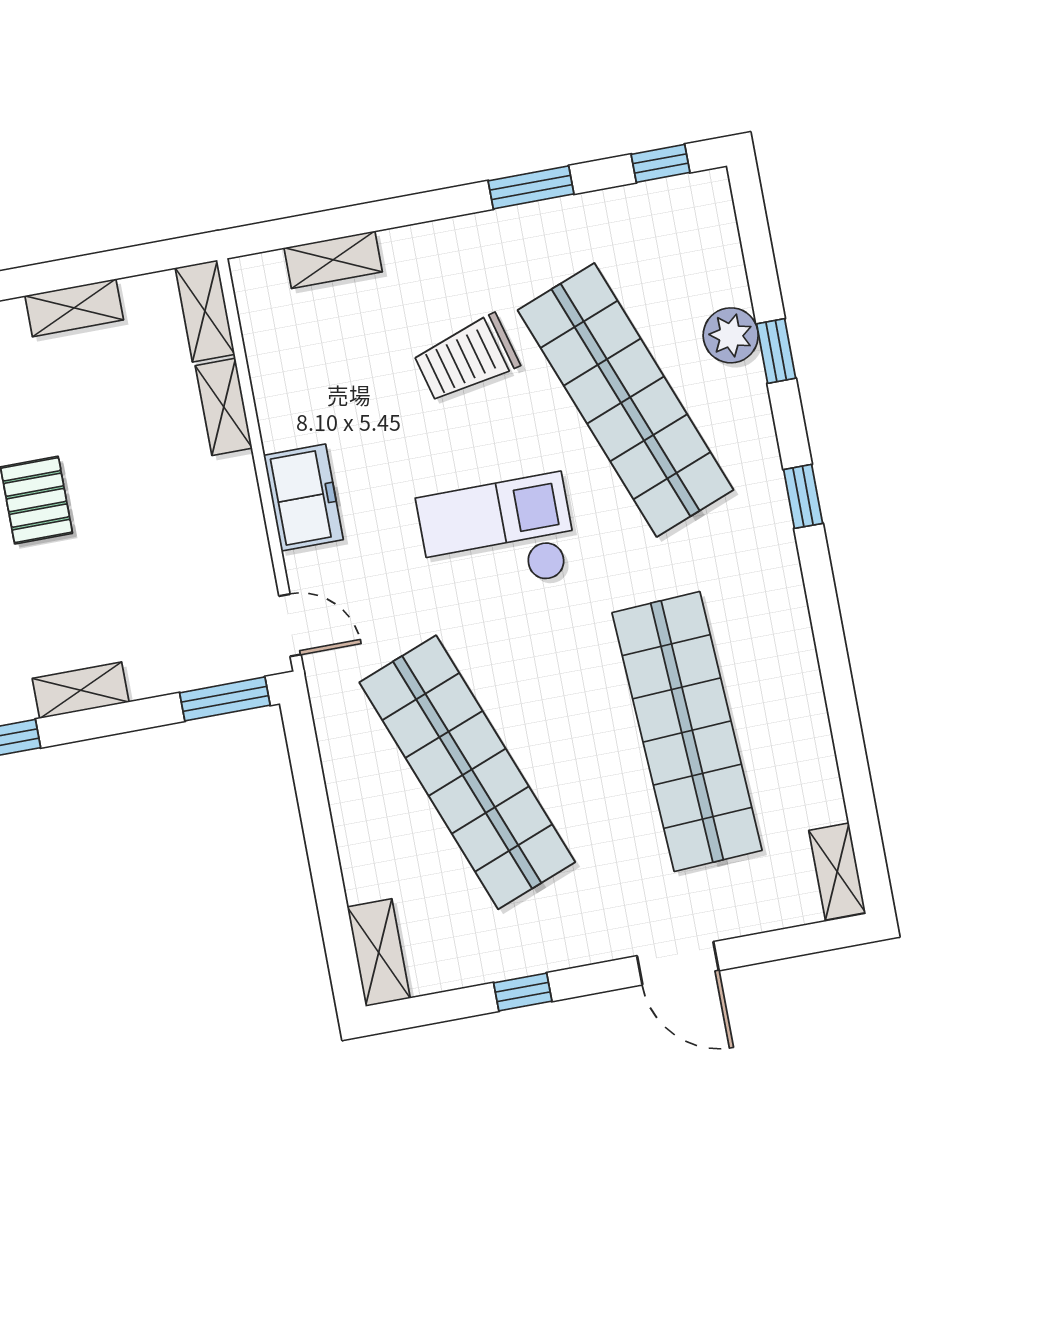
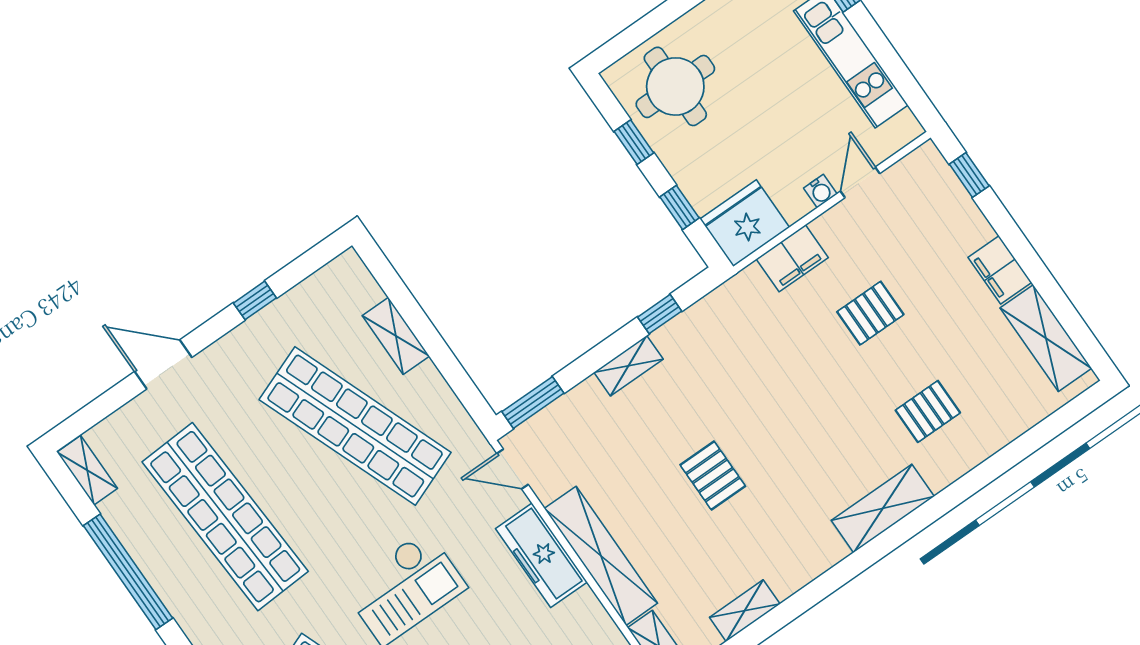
shelving: (224, 407) -> (601, 556), width x2.20, depth x1.33
freezer: (303, 498) -> (541, 555), width x1.40
window: (844, 717) -> (128, 572), added
shelving: (379, 953) -> (396, 336), moved

